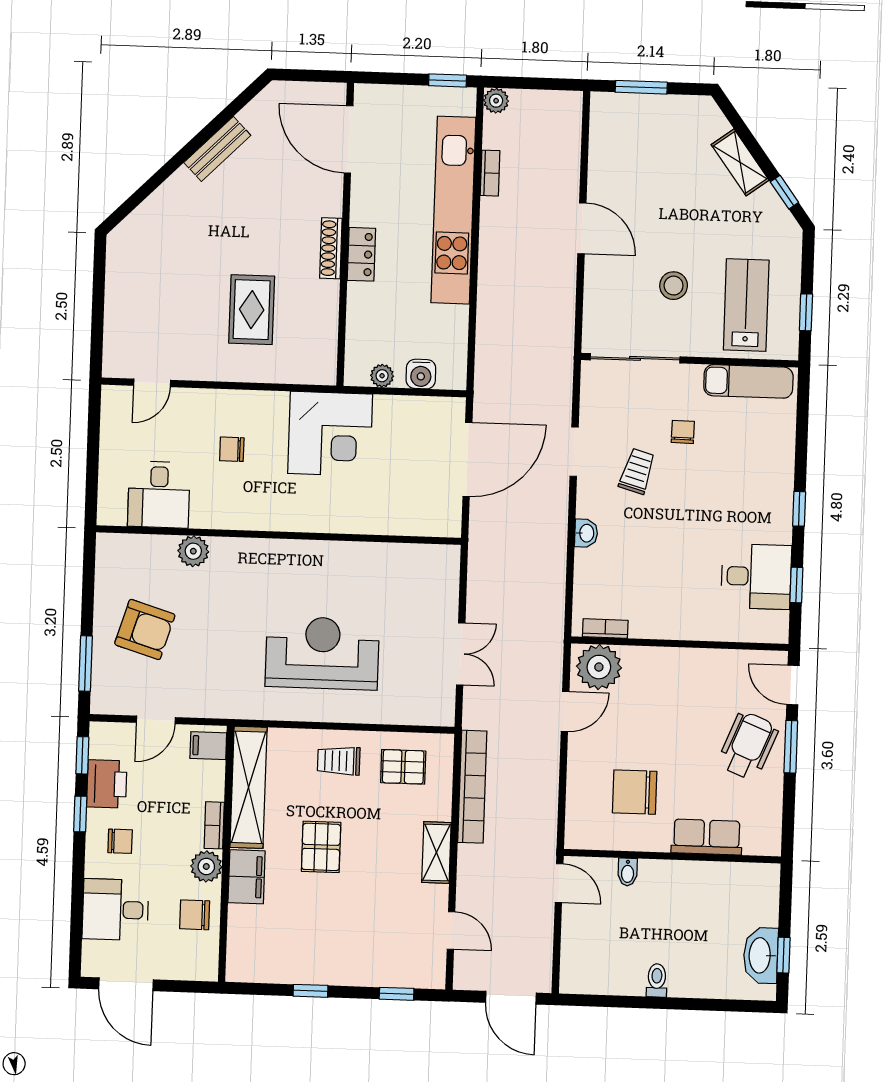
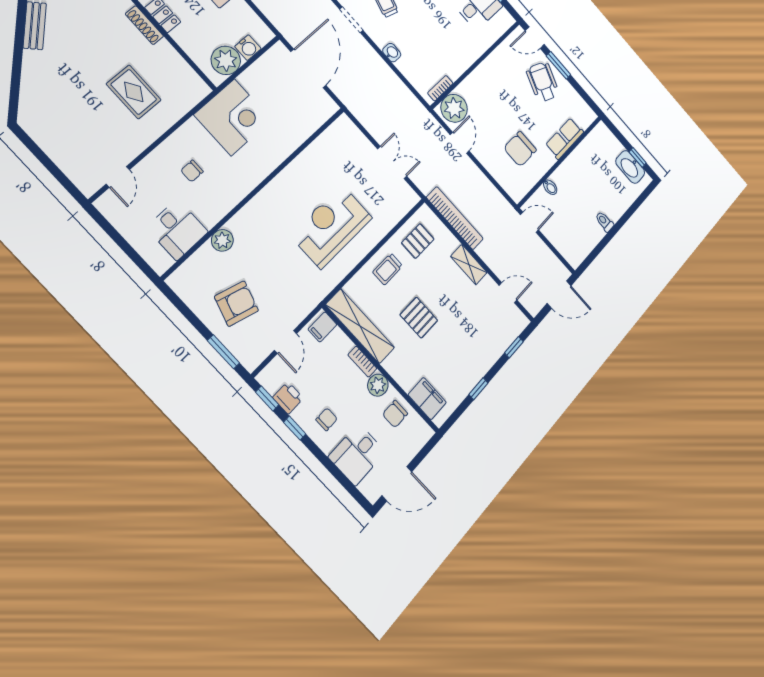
plant: (382, 376) -> (226, 60), width x1.88, depth x1.88
printer: (107, 784) -> (288, 398), width x0.73, depth x0.81
filing cabinet: (247, 877) -> (427, 399), moved

